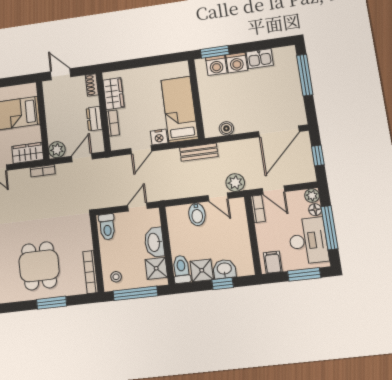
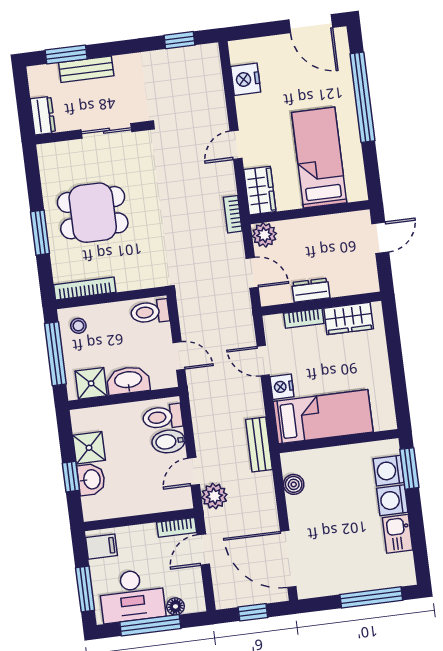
shoe rack: (92, 85) -> (363, 286), removed
plant: (312, 196) -> (195, 603), removed
toilet: (181, 269) -> (163, 417), moved, turned 180

